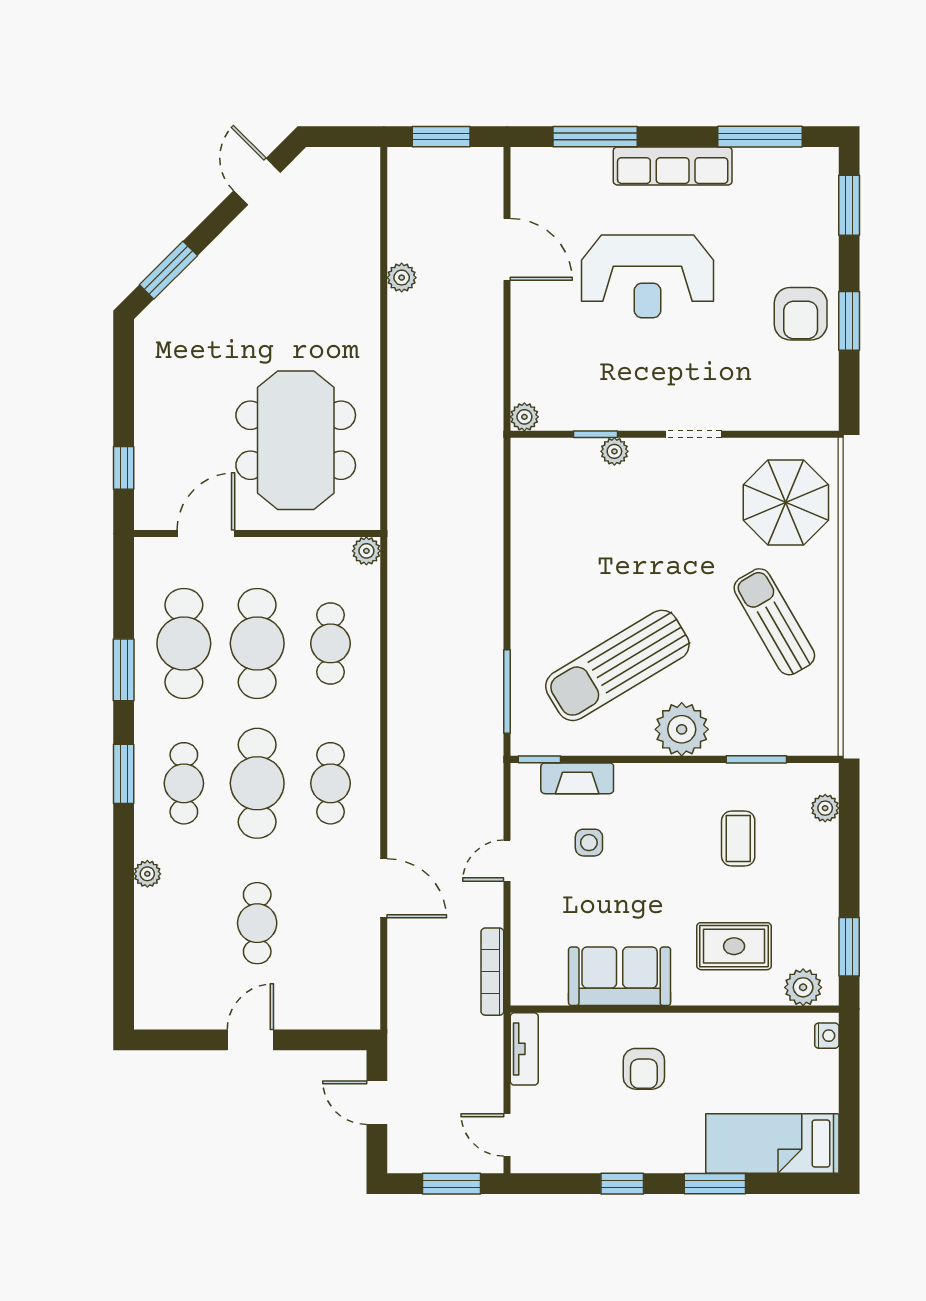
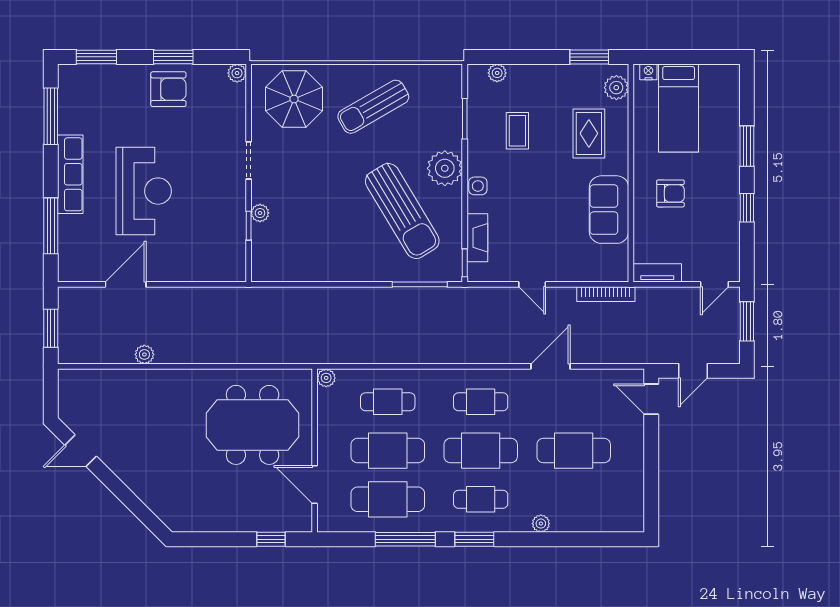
window: (168, 270) -> (139, 510), removed
plant: (524, 417) -> (237, 73), moved
window: (124, 670) -> (405, 539), width x1.44
coffee table: (738, 838) -> (517, 131), turned 90
side table: (589, 843) -> (478, 186), moved
cafe table: (257, 923) -> (574, 451), width x1.37, depth x1.35
door: (250, 1040) -> (651, 399), moved
bed: (772, 1144) -> (679, 108), moved

